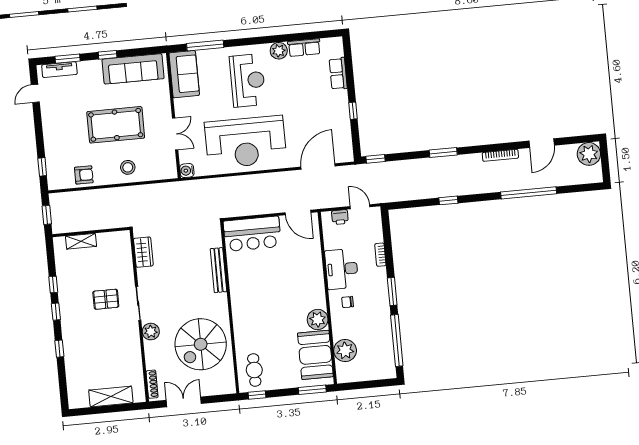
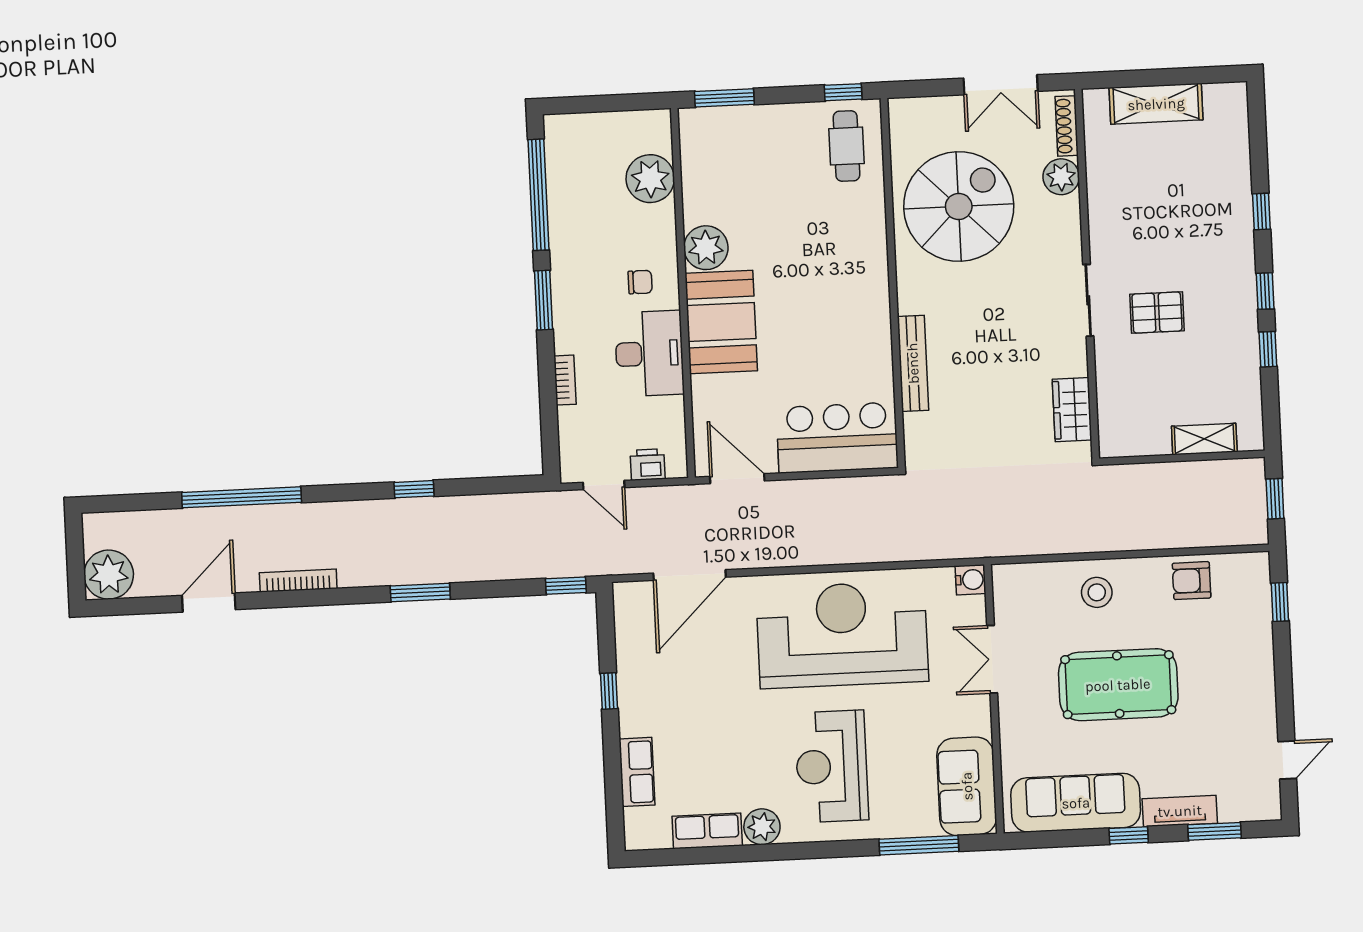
tv unit: (59, 70) -> (1180, 811), moved
plant: (151, 332) -> (1061, 177), moved
booth: (315, 355) -> (721, 322), moved

